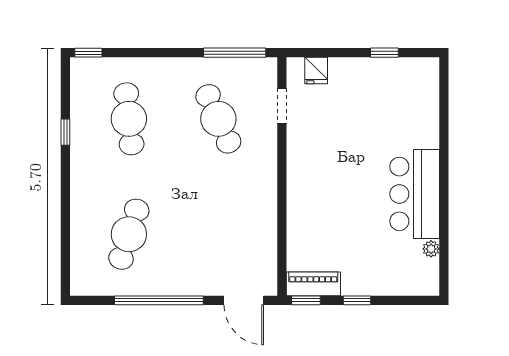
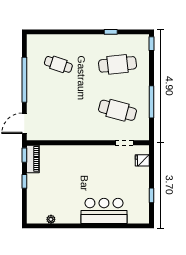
window: (235, 53) -> (151, 102), moved
cafe table: (218, 119) -> (118, 110), turned 39
bar counter: (415, 194) -> (104, 211), moved
cafe table: (129, 234) -> (58, 64), width x0.73, depth x0.74

